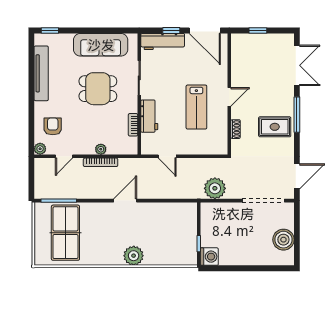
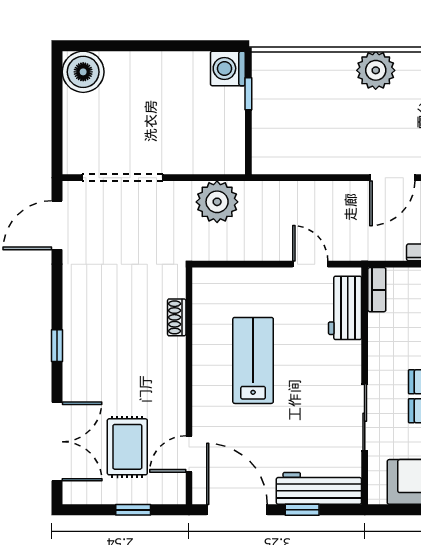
double door: (297, 65) -> (57, 442), swing flipped
door: (229, 97) -> (189, 454), moved
window: (297, 115) -> (57, 346), width x0.46
workbench: (149, 116) -> (345, 308), moved
bookcase: (133, 125) -> (377, 290), moved
rug: (275, 127) -> (127, 447), moved, turned 90
boiler: (283, 240) -> (83, 72), moved

